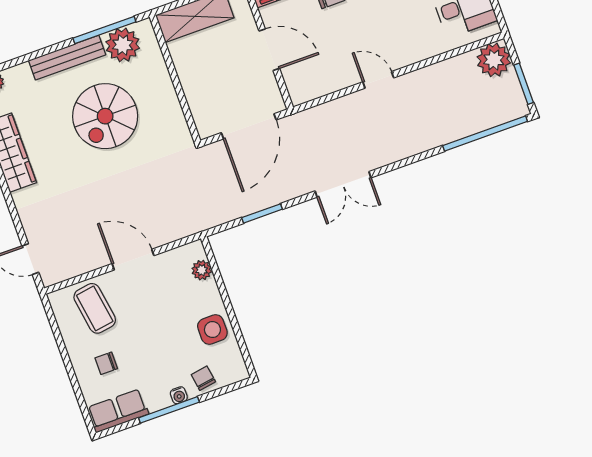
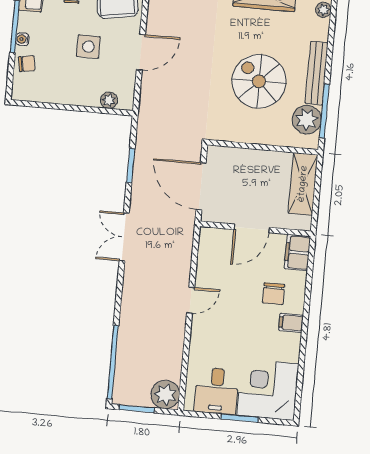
side table: (212, 330) -> (88, 47), moved

